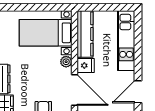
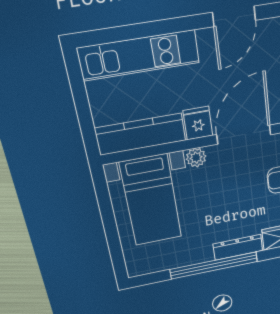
door: (138, 92) -> (234, 16), hinge flipped

